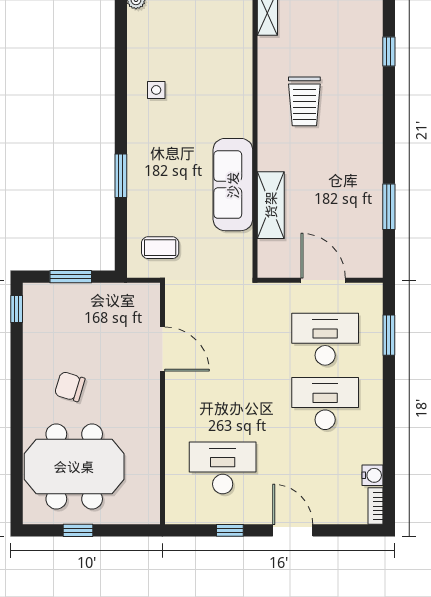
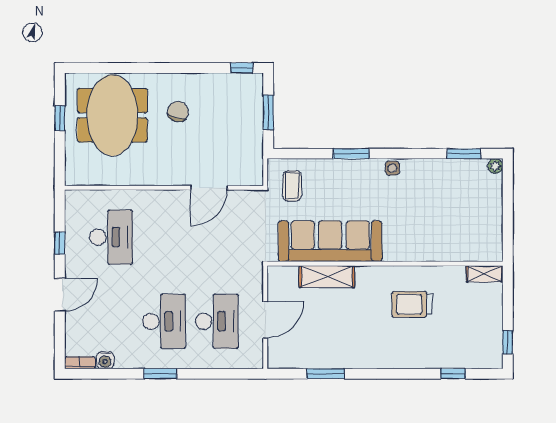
window: (121, 38) -> (464, 154), added
side table: (156, 90) -> (392, 168), moved
sofa: (233, 185) -> (330, 241), width x1.36, depth x1.27
window: (389, 335) -> (160, 374), moved

